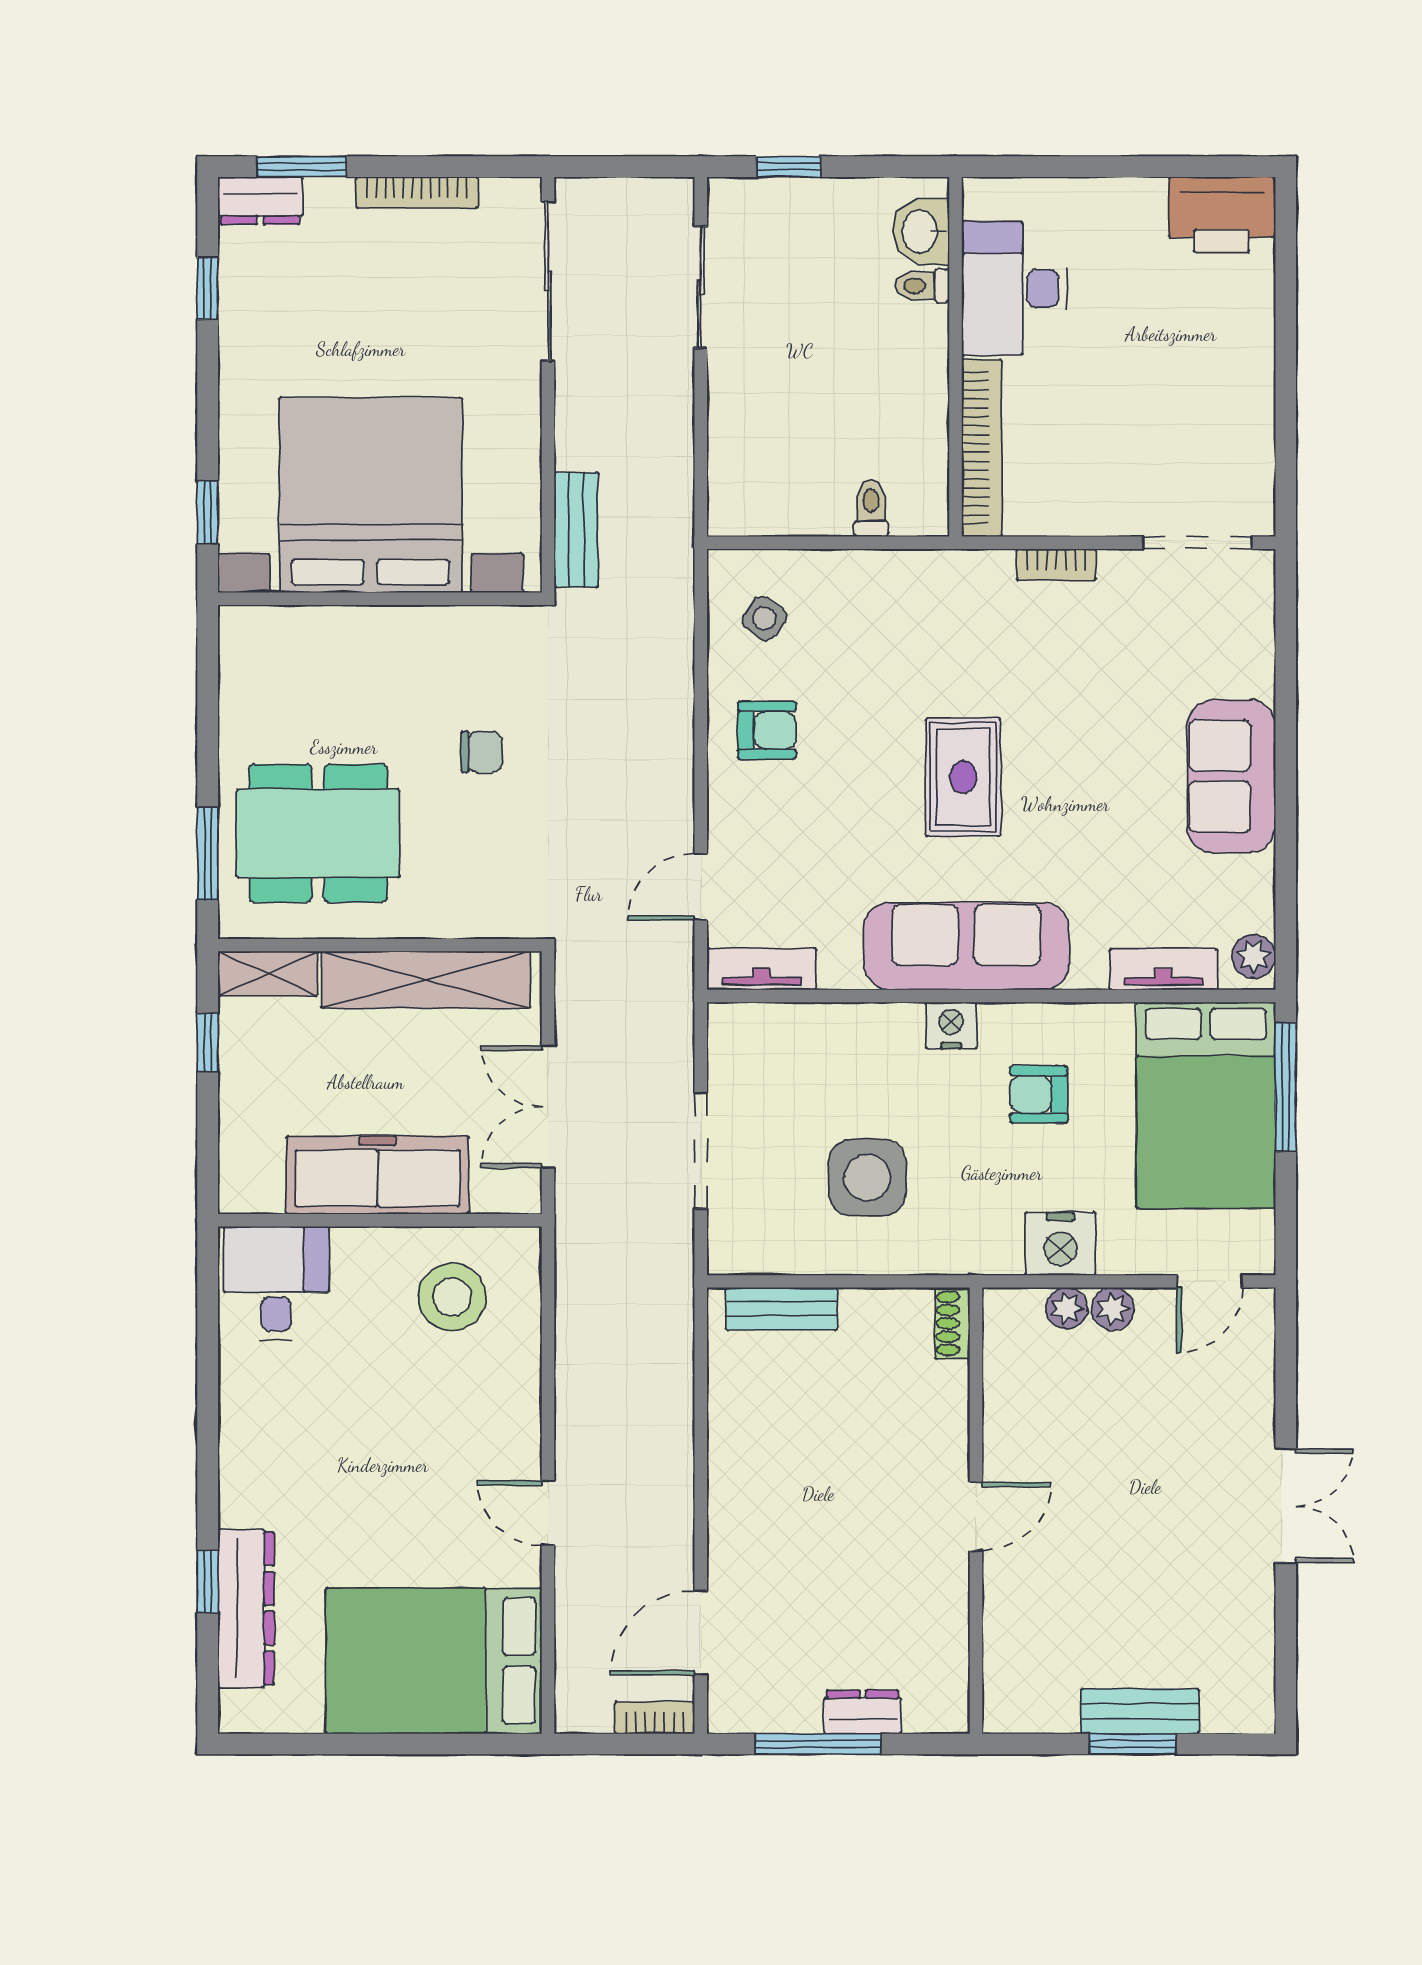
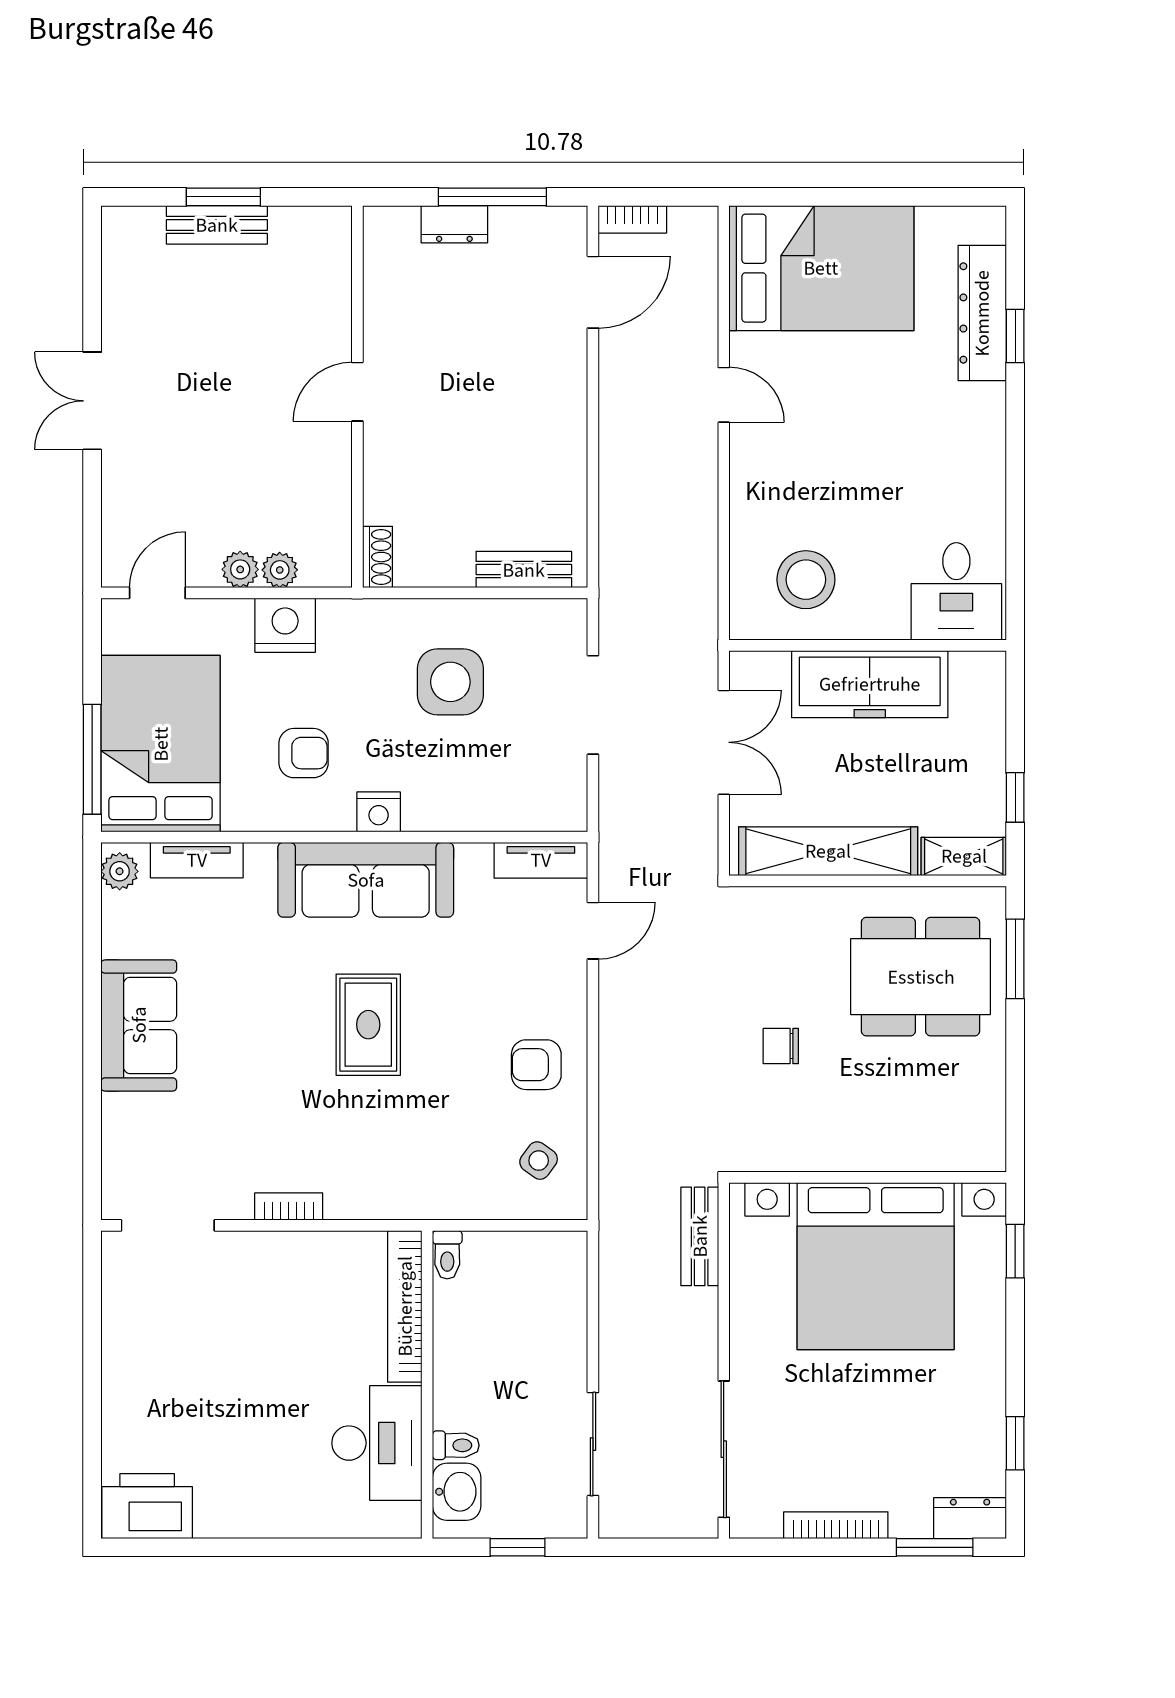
washbasin: (921, 232) -> (457, 1492), moved
toilet: (922, 286) -> (456, 1445), moved
desk: (1014, 288) -> (377, 1443), moved
wall: (956, 357) -> (427, 1385), moved
bookcase: (982, 448) -> (405, 1306), moved

